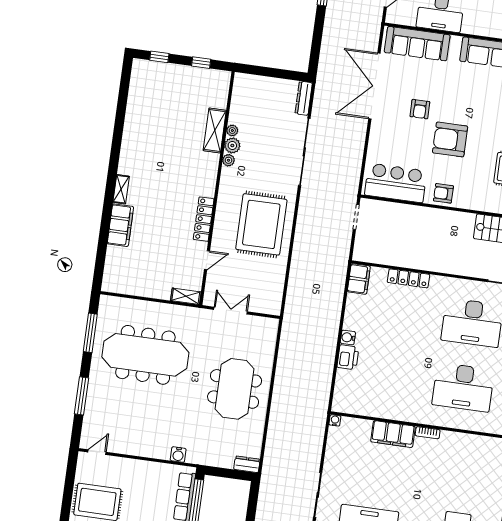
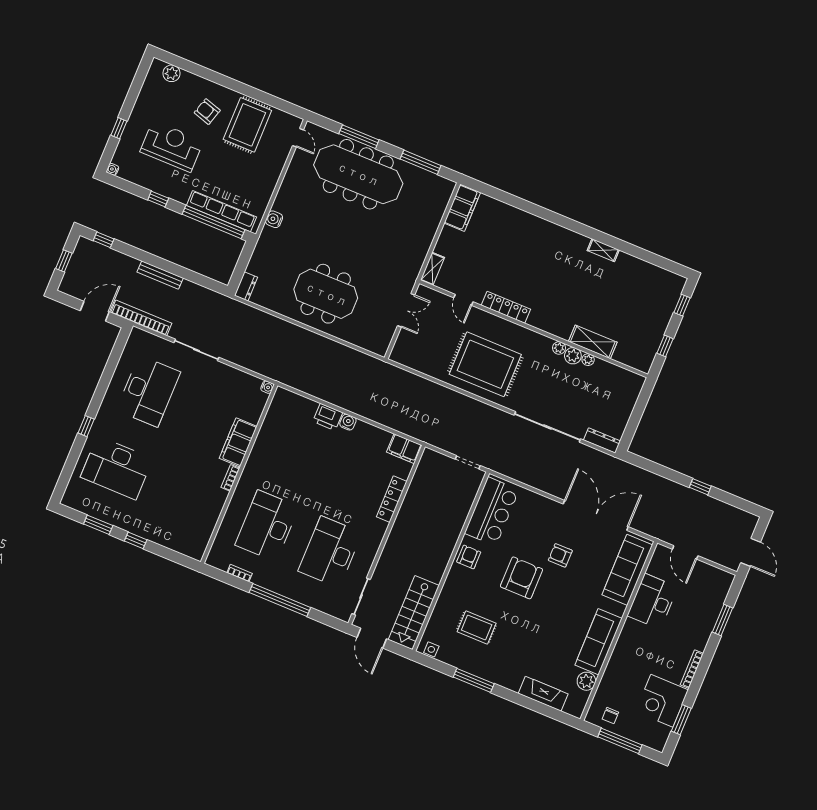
shelving: (121, 189) -> (603, 250), moved
filing cabinet: (120, 225) -> (462, 208), moved, turned -90
meeting table: (145, 355) -> (358, 174), moved, turned 90

